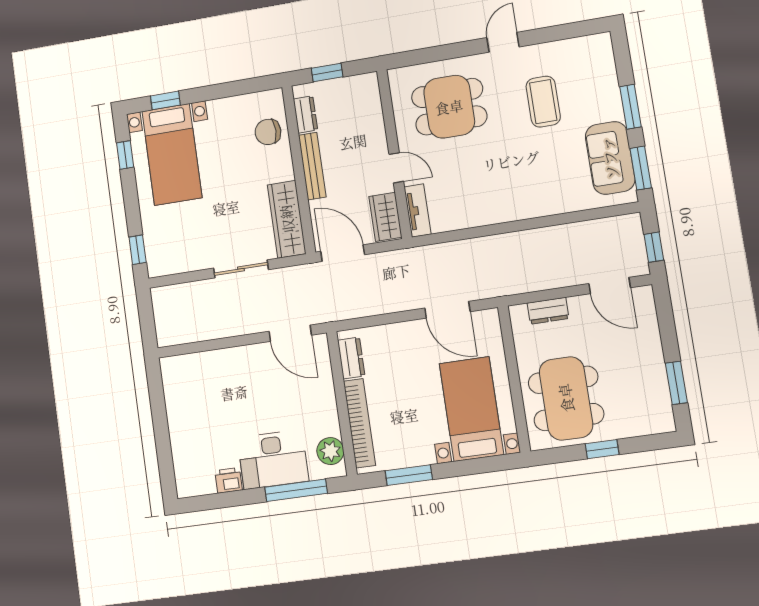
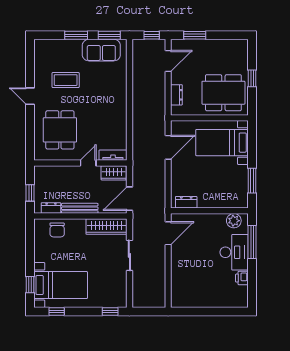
window: (676, 383) -> (195, 35), moved
bookcase: (359, 423) -> (221, 203), removed

